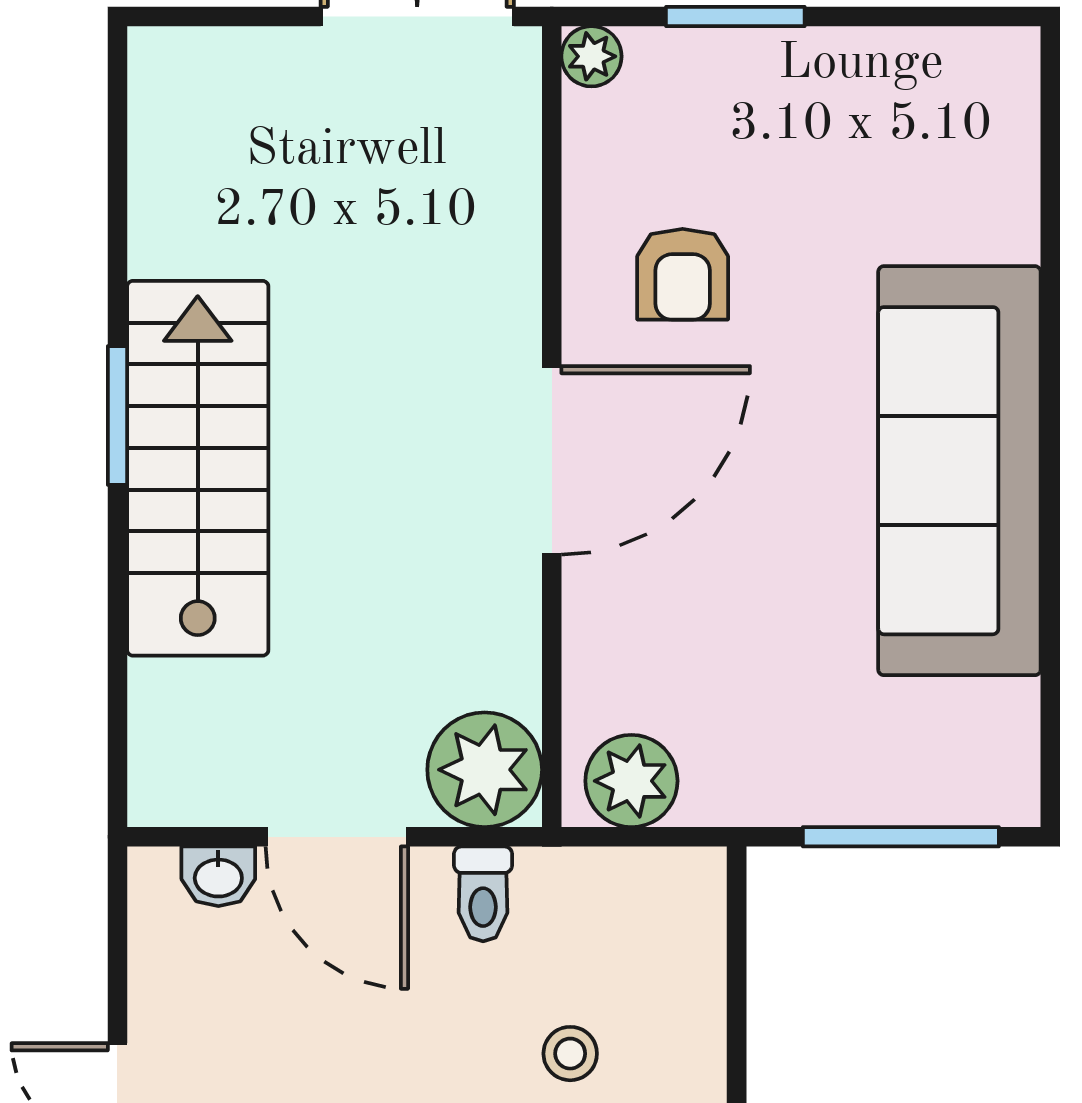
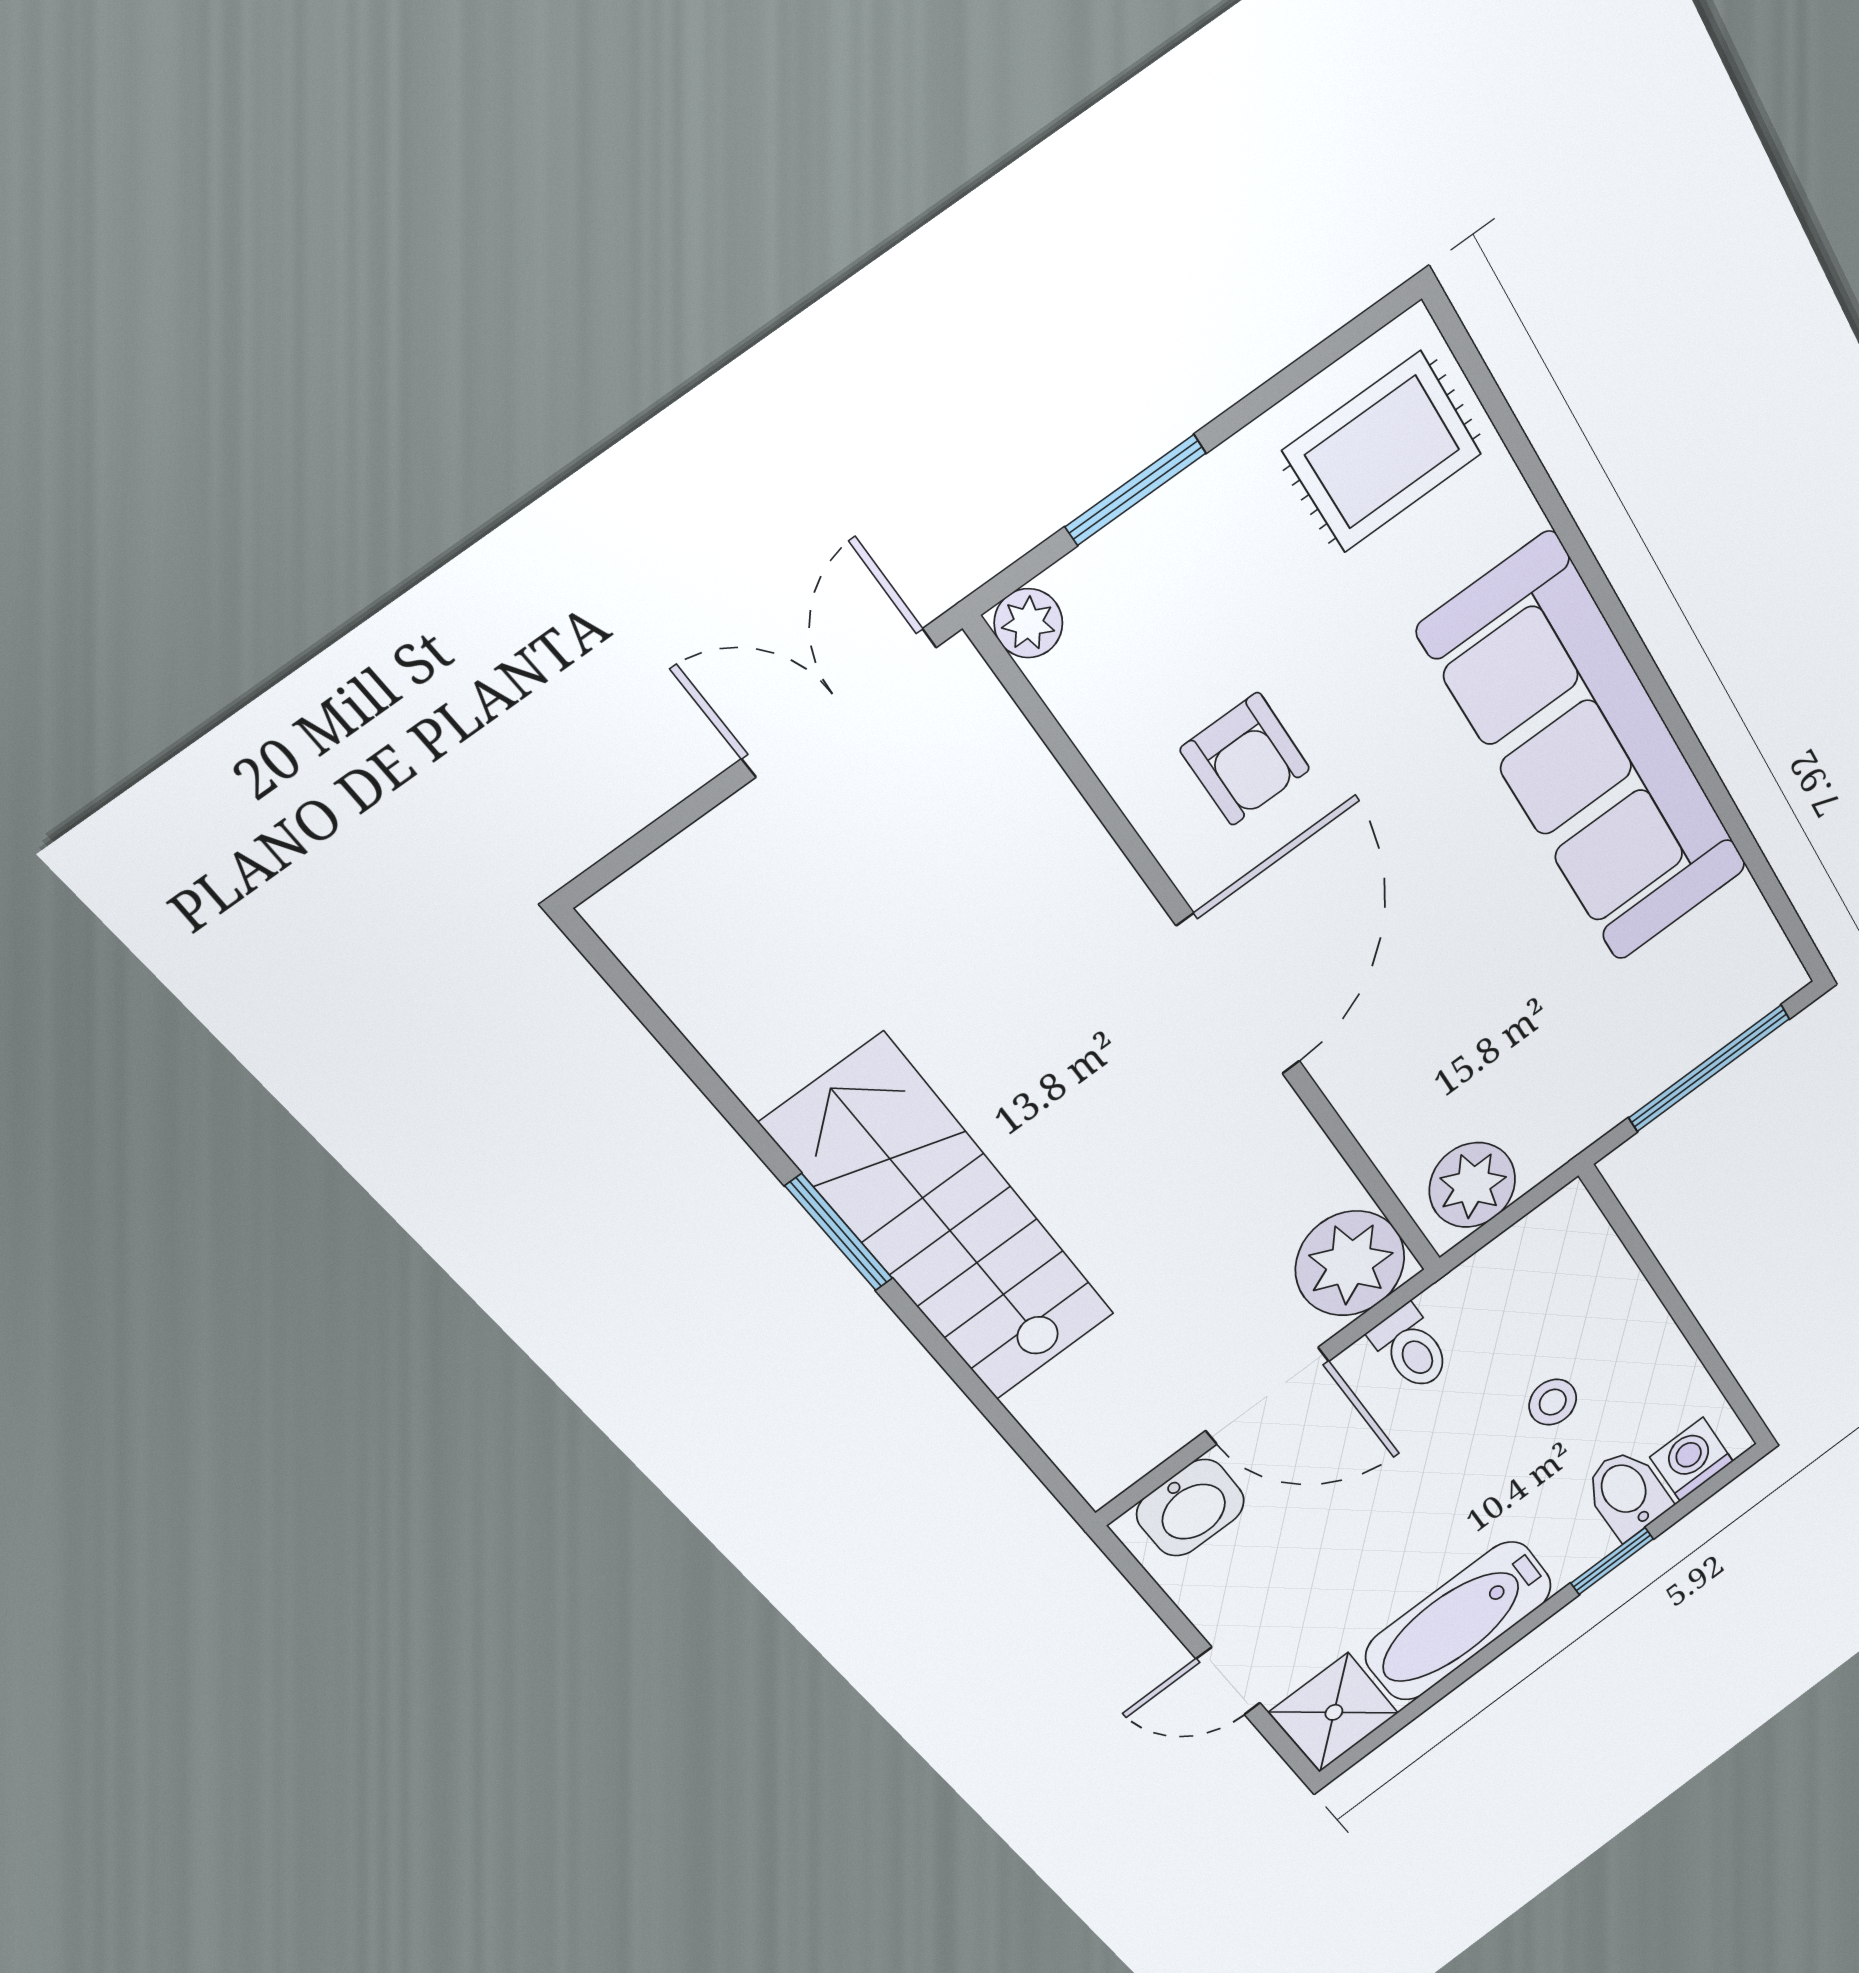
rug: (940, 117) -> (1382, 452), added
washbasin: (218, 876) -> (1190, 1508), width x1.38, depth x1.45

